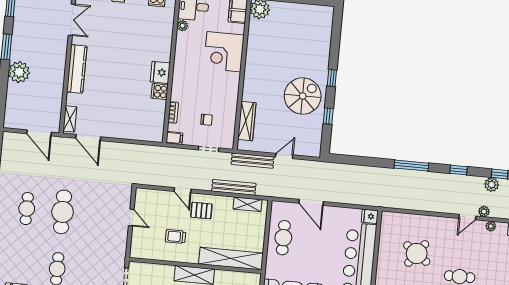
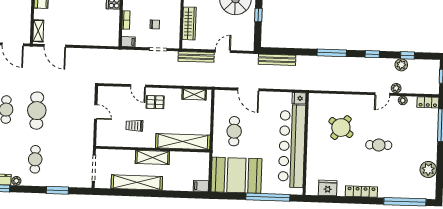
bench: (234, 187) -> (277, 60), moved
cafe table: (283, 238) -> (234, 131), moved

